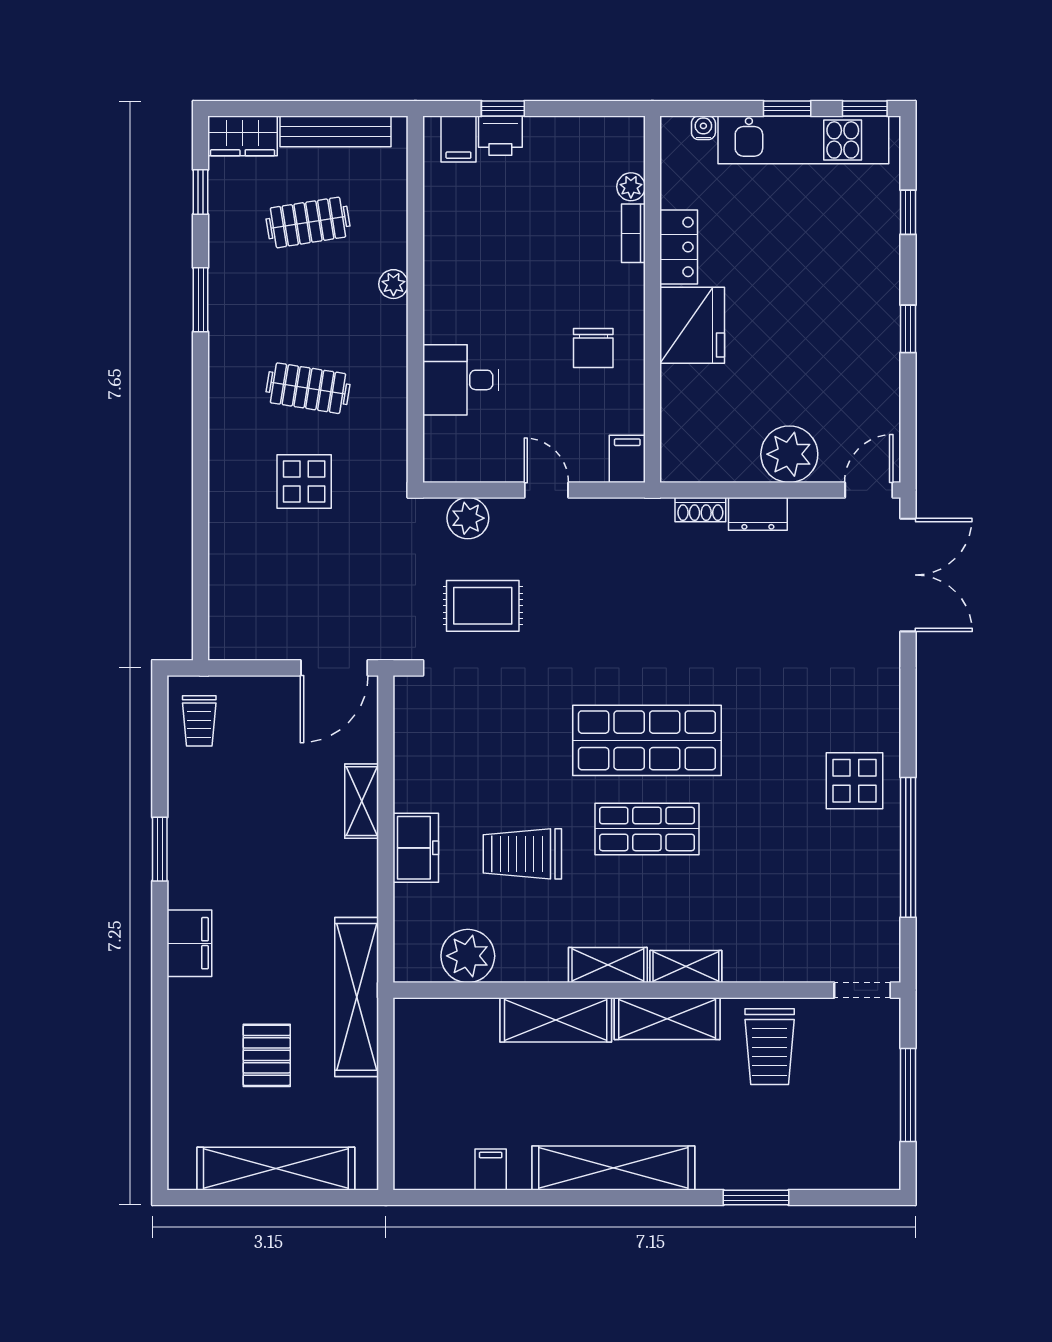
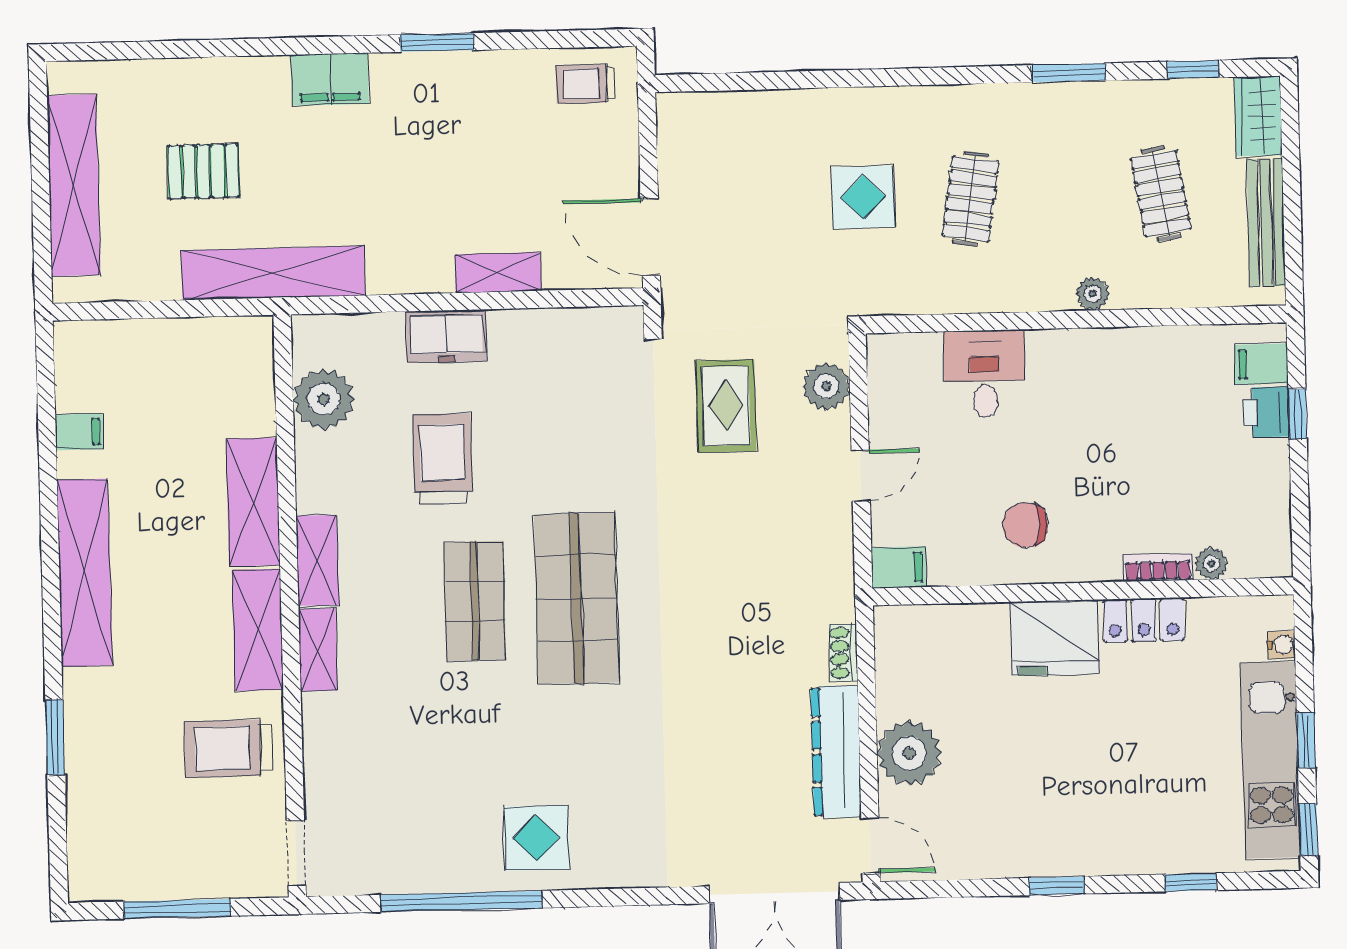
dresser: (758, 514) -> (836, 751), width x1.96, depth x1.24

